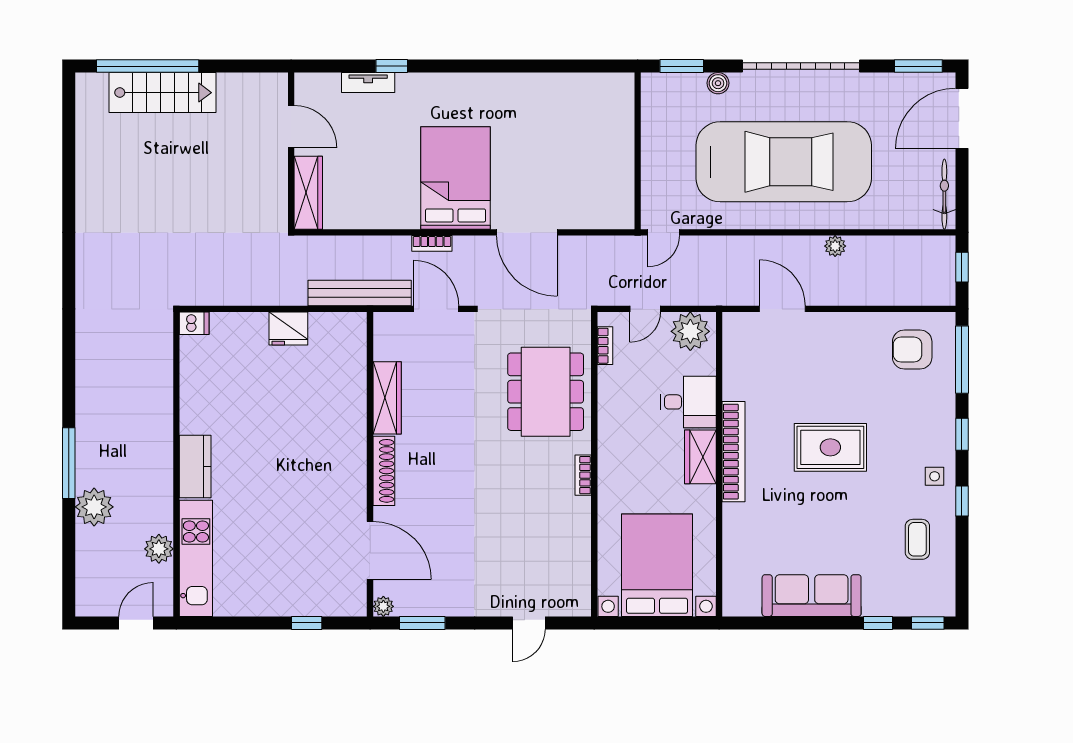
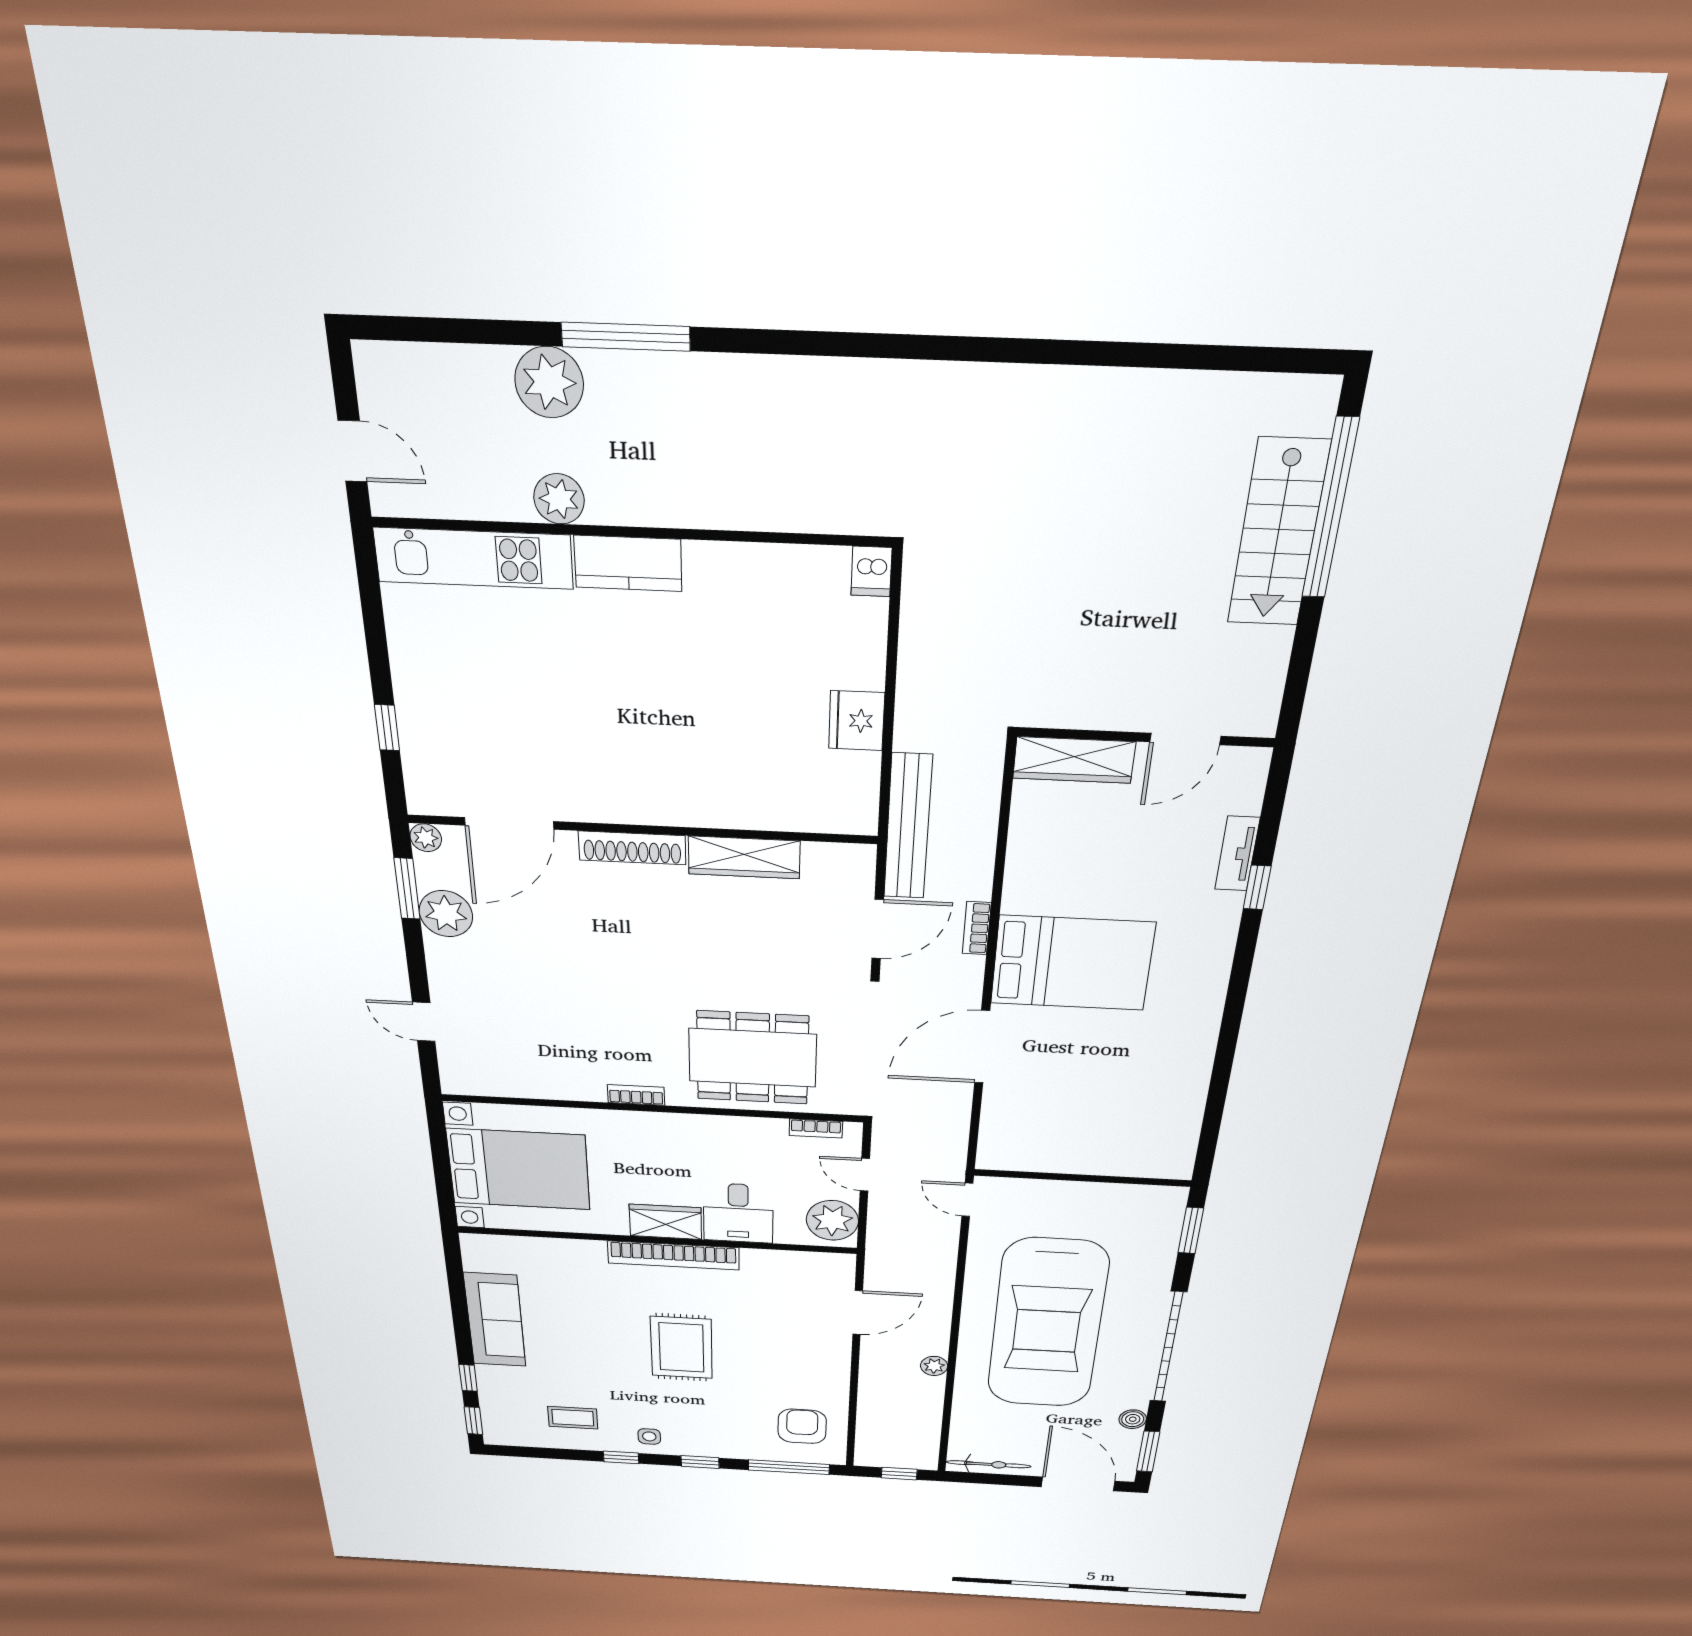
boiler: (718, 83) -> (1133, 1419), moved
plant: (159, 549) -> (559, 499), moved
plant: (440, 599) -> (446, 914), added

